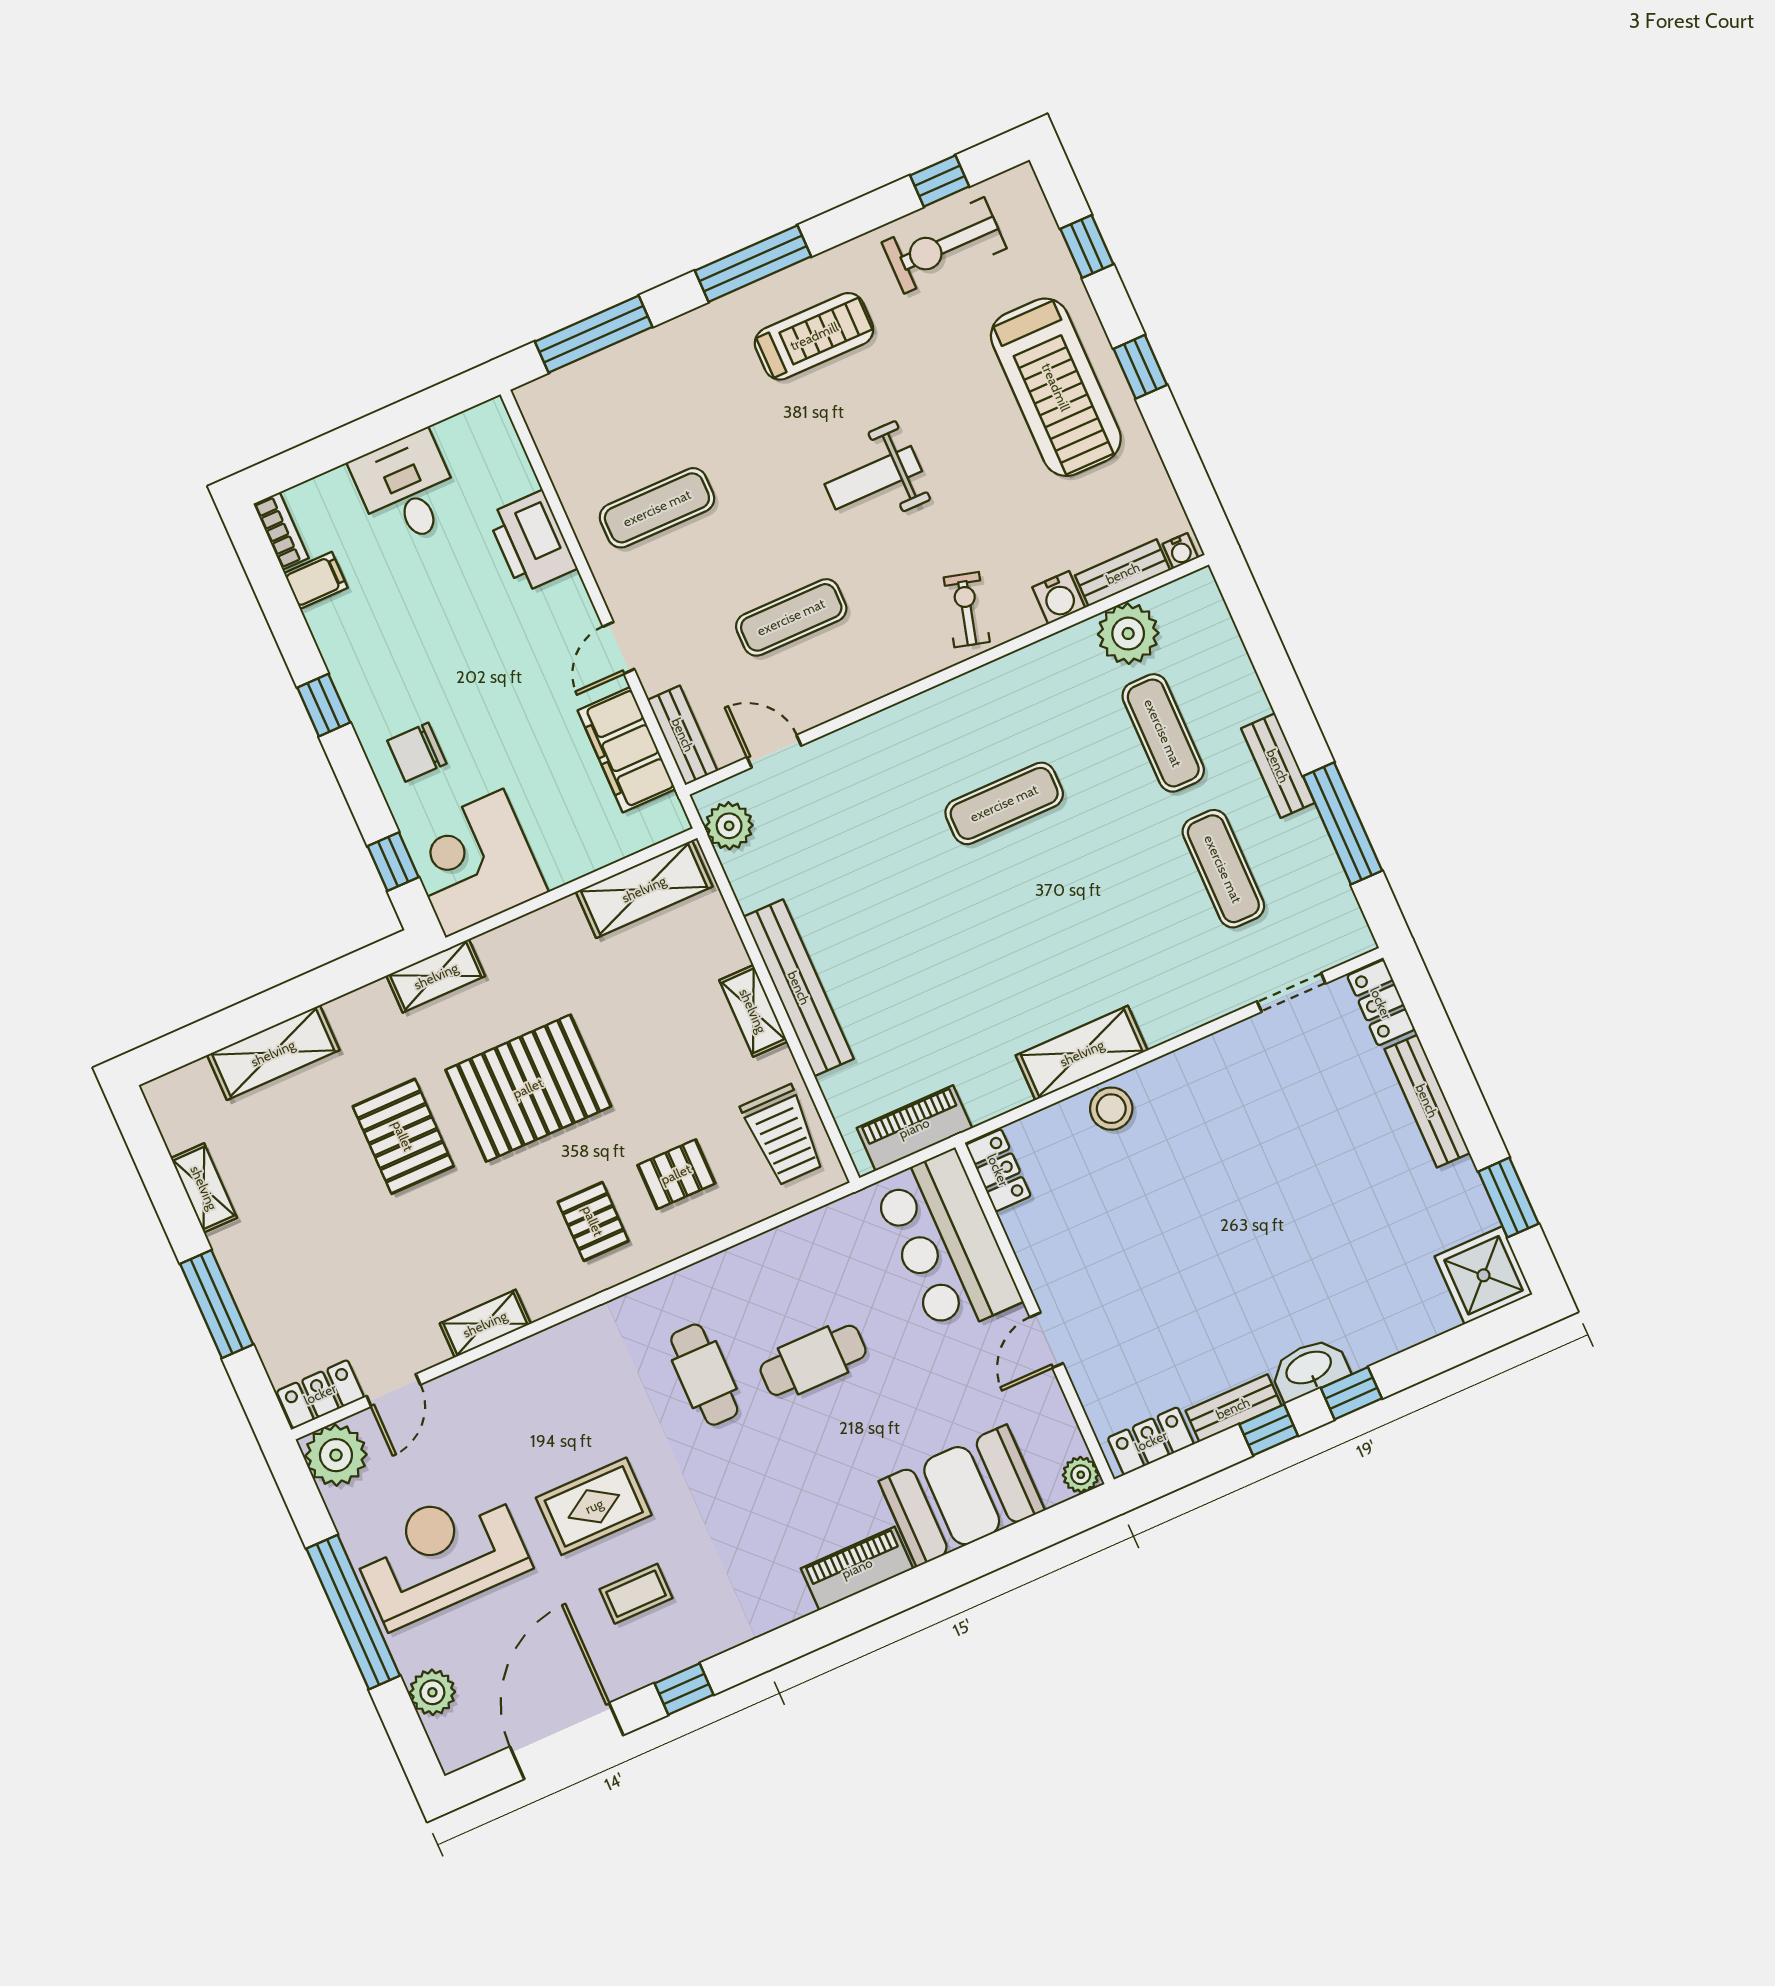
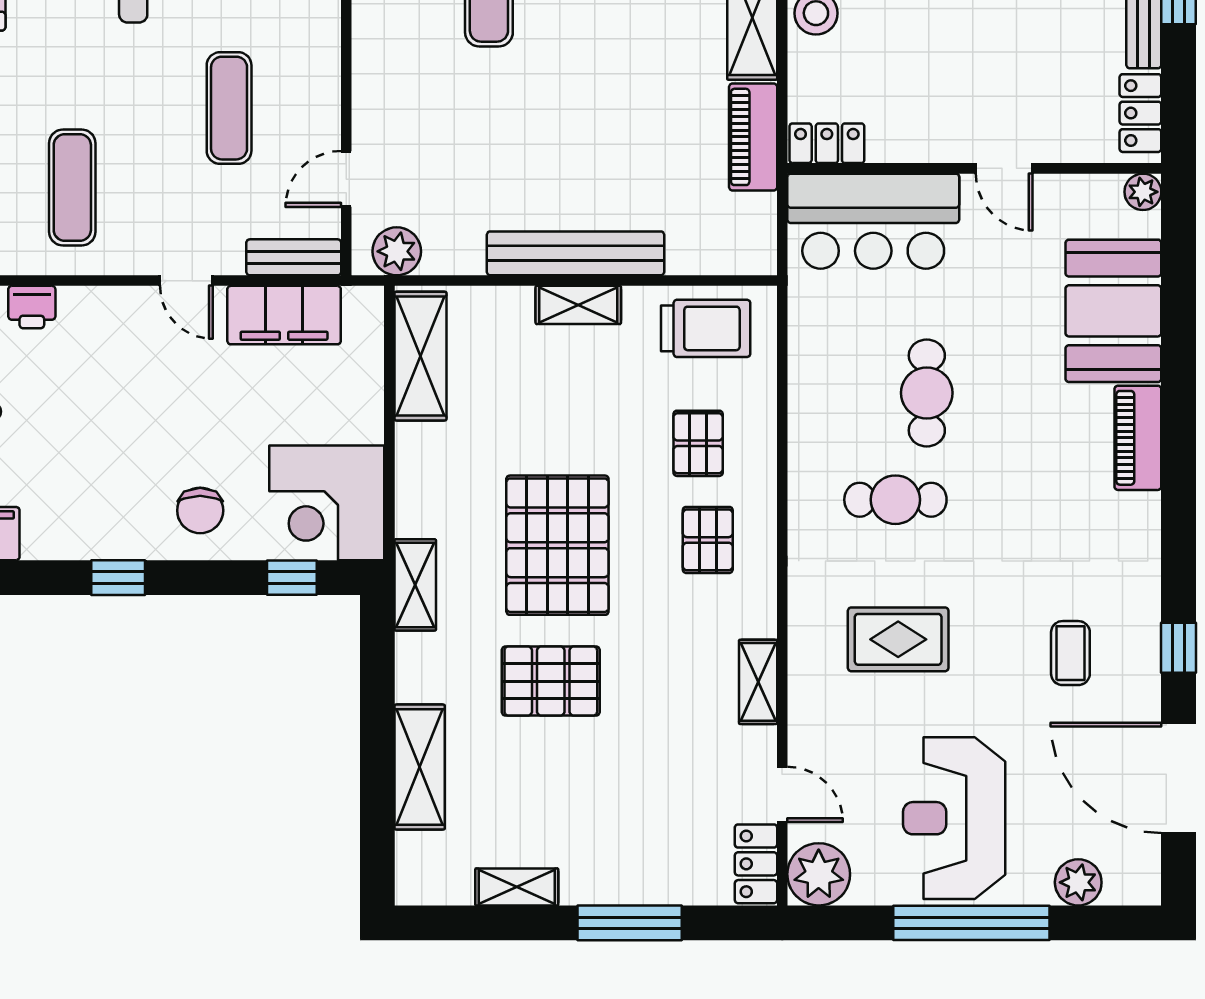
printer: (532, 542) -> (32, 307), width x0.53, depth x0.68
piano: (914, 1128) -> (753, 137), moved
pallet: (593, 1221) -> (708, 540), turned 90
rug: (594, 1506) -> (898, 639), moved, turned 90

